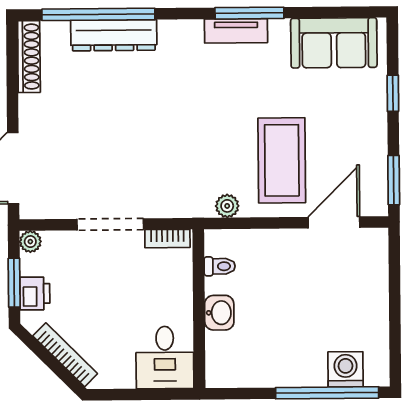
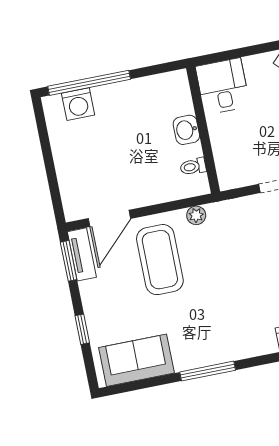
tv unit: (236, 31) -> (82, 254), moved, turned 90
bookcase: (167, 239) -> (238, 181), removed

